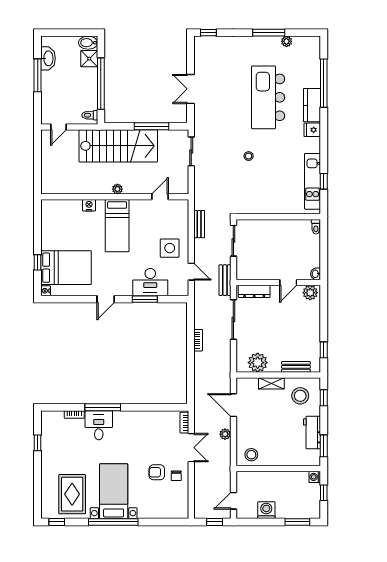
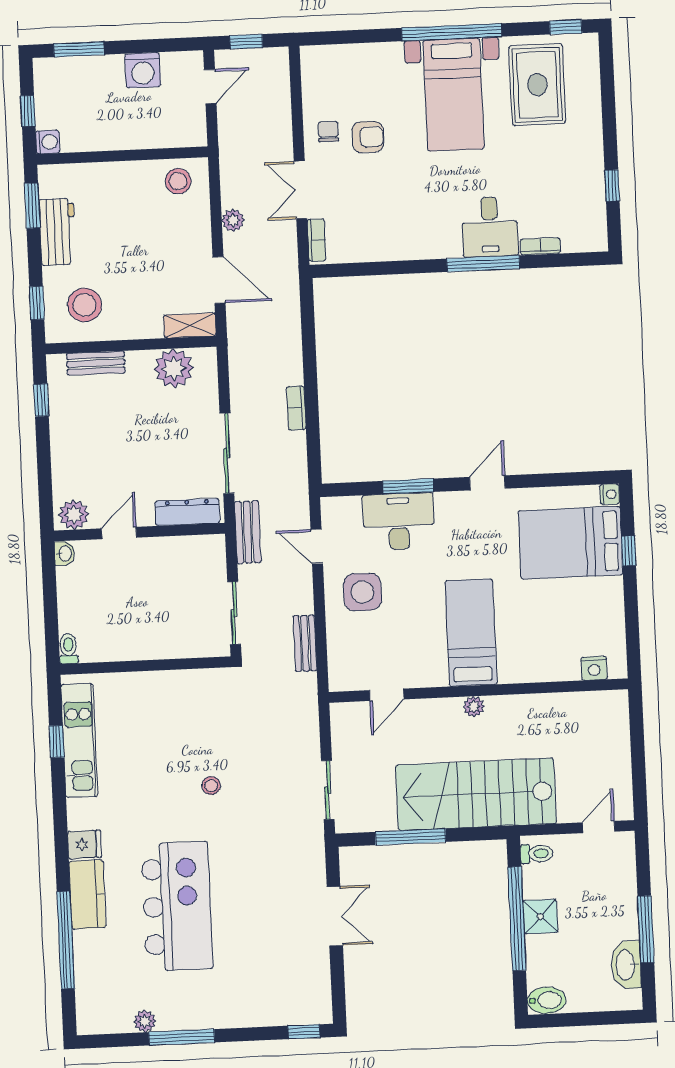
shower: (89, 59) -> (540, 917), moved
nightstand: (89, 205) -> (594, 668), moved
shelving: (271, 383) -> (190, 326), moved

